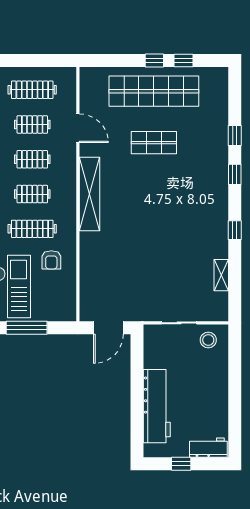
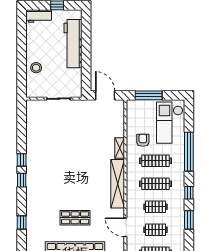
window: (235, 174) -> (22, 180), moved
clothes rail: (32, 194) -> (155, 184), width x1.36
shelving: (221, 275) -> (120, 148), moved
window: (27, 328) -> (149, 95), moved
door: (108, 328) -> (105, 95), hinge flipped
stool: (208, 340) -> (36, 68), moved

